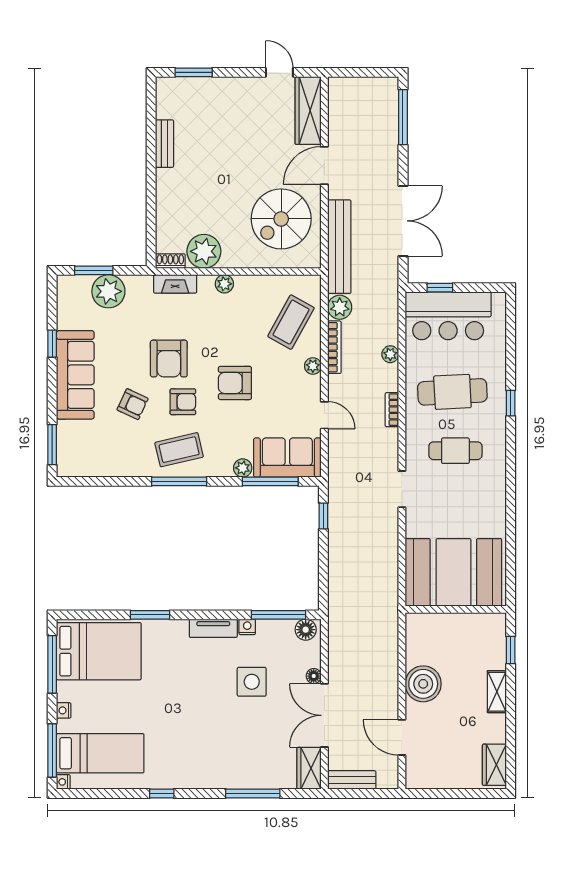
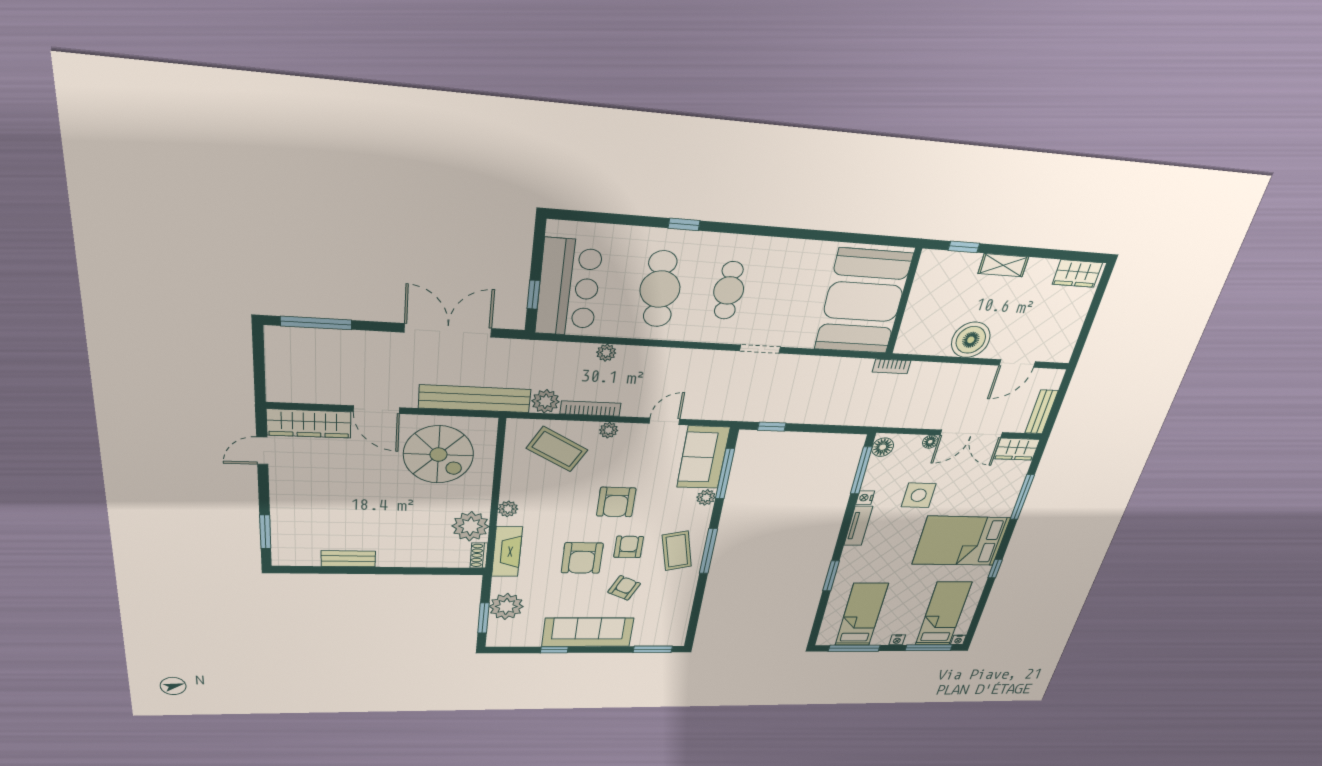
fireplace: (175, 284) -> (507, 552), width x1.37, depth x1.32
armchair: (169, 359) -> (582, 558), turned 90
bookcase: (392, 410) -> (891, 366), moved
bed: (99, 651) -> (861, 615), width x0.67
bed: (197, 744) -> (961, 541), added

